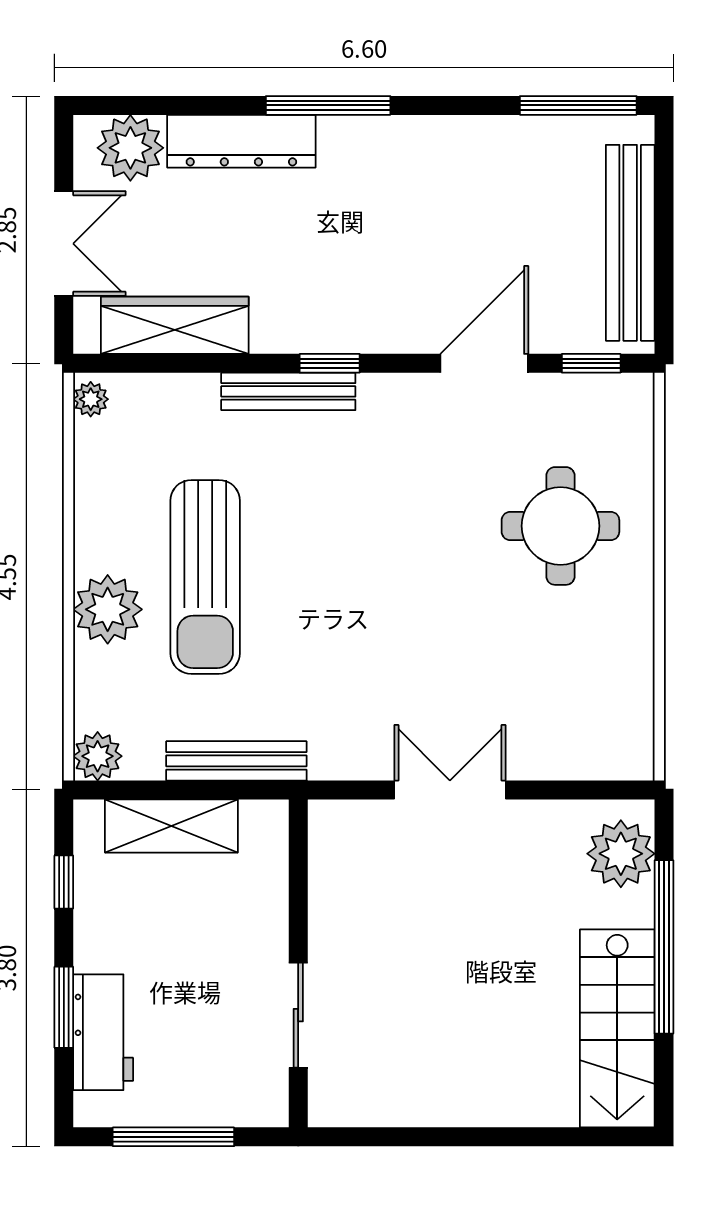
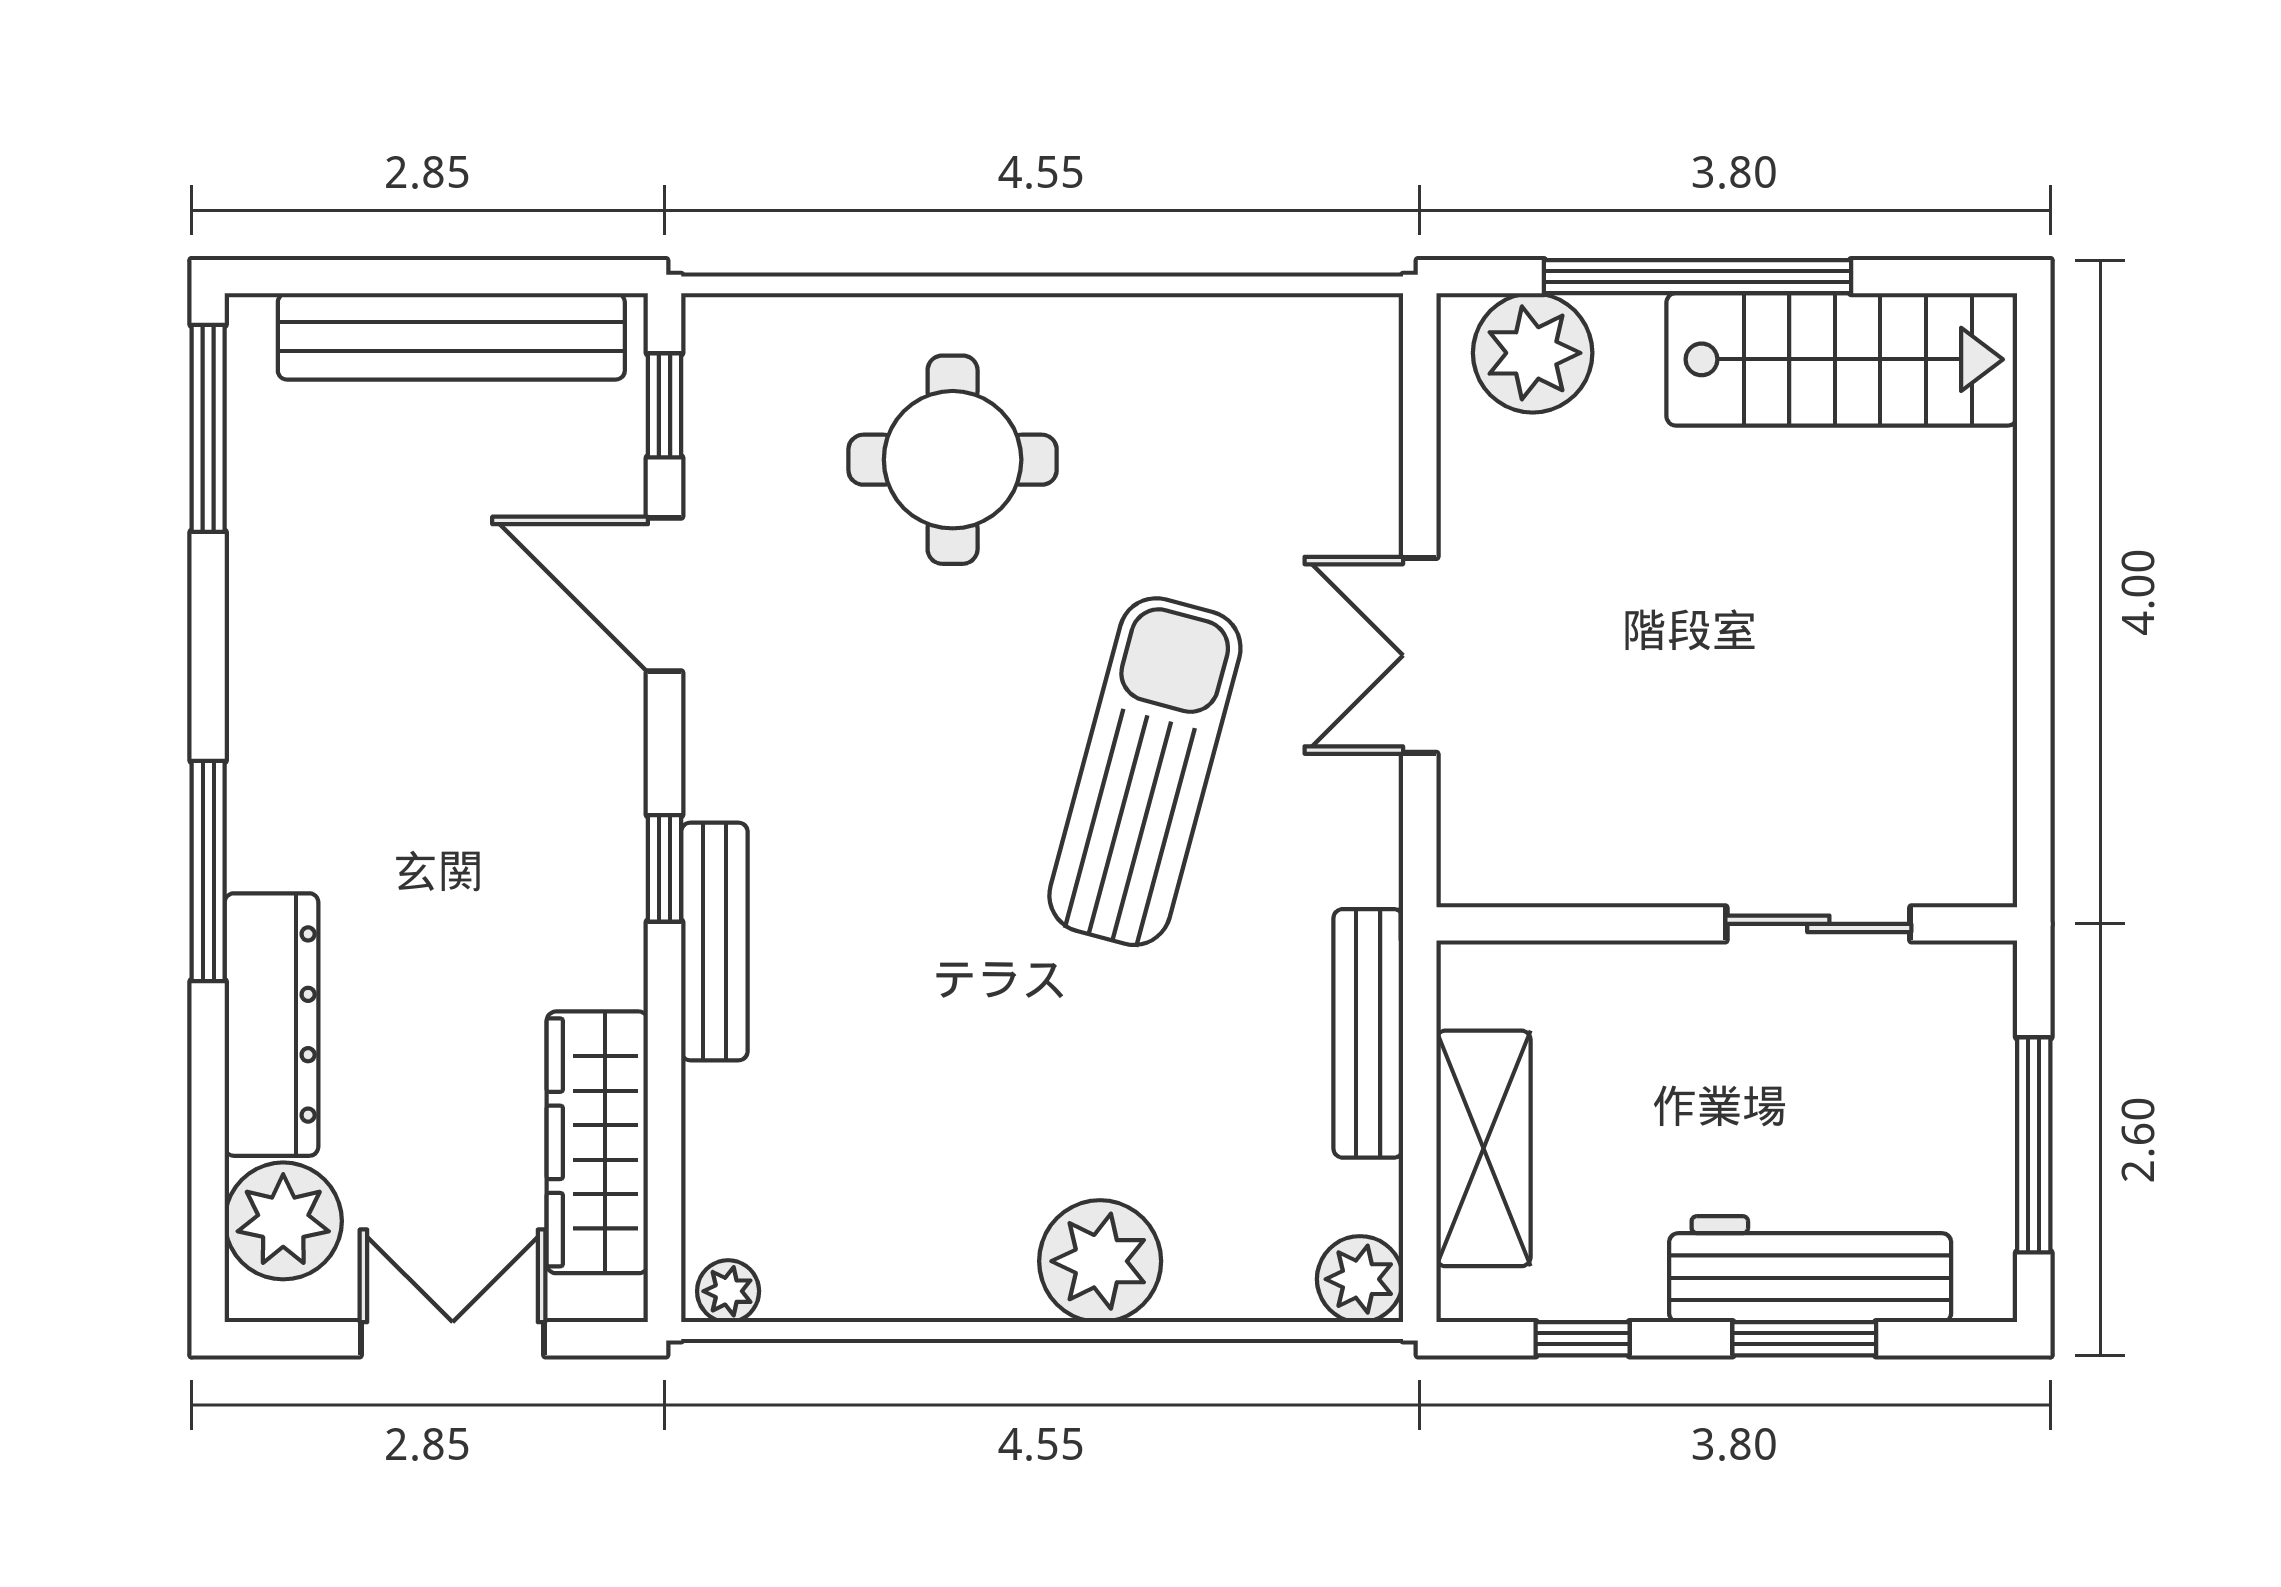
sun lounger: (205, 577) -> (1145, 772), moved, turned -75
workbench: (103, 1032) -> (1810, 1269), width x1.38

